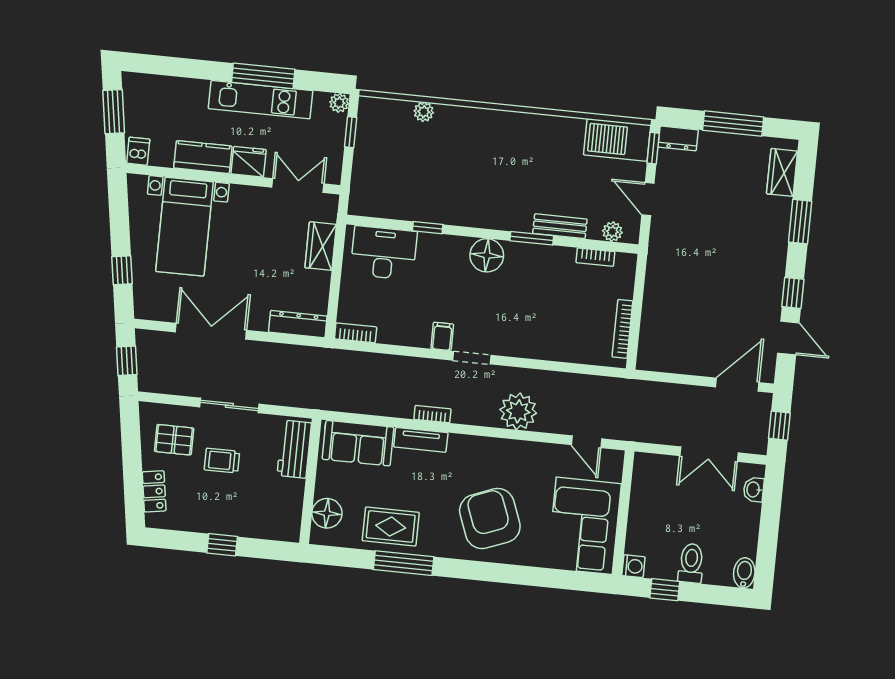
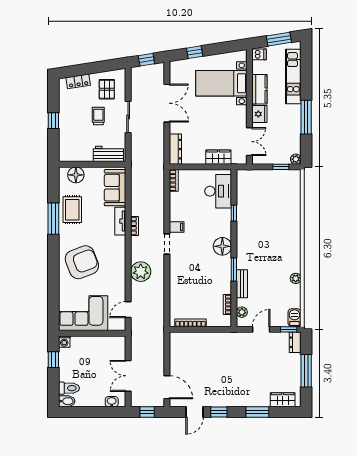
kitchen unit: (261, 100) -> (293, 77), moved
plant: (424, 112) -> (296, 278), moved
barbecue: (617, 140) -> (295, 318), width x0.53, depth x0.65
toilet: (691, 563) -> (69, 388), moved

